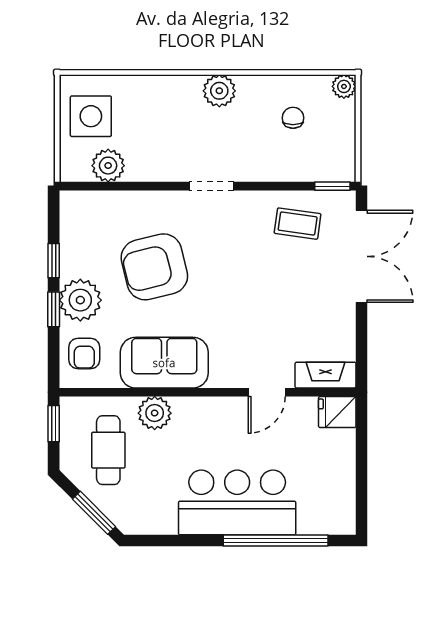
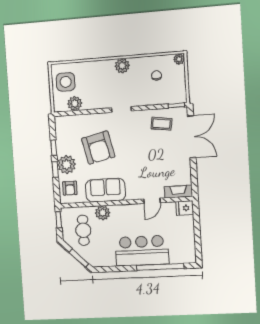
armchair: (154, 267) -> (98, 148), turned -89

